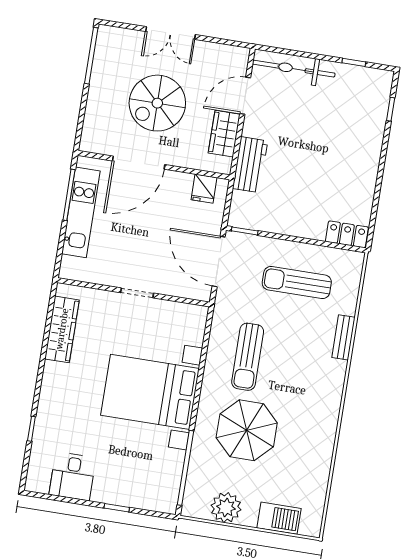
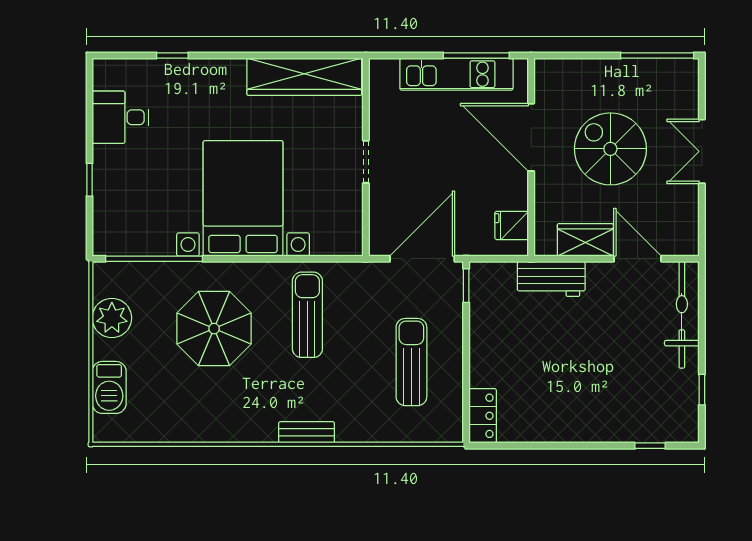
wardrobe: (62, 329) -> (304, 77), width x1.40, depth x1.17
bench: (343, 337) -> (307, 432), moved
sun lounger: (248, 357) -> (307, 315), turned 90

